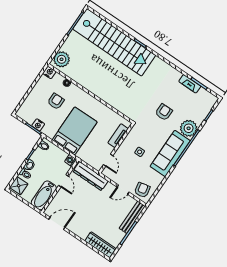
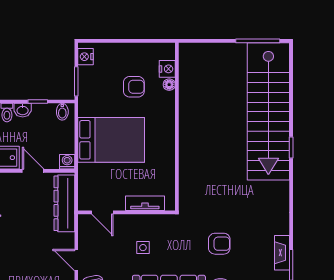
plant: (62, 59) -> (196, 56), removed
nightstand: (49, 72) -> (167, 69), moved
nightstand: (38, 125) -> (86, 57), moved
door: (108, 160) -> (102, 212), hinge flipped
door: (63, 181) -> (33, 171), swing flipped

